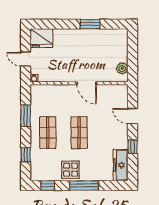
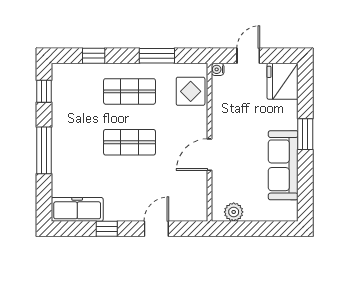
window: (90, 24) -> (305, 134), moved
sofa: (93, 38) -> (283, 165), added
display table: (71, 170) -> (191, 91), moved

